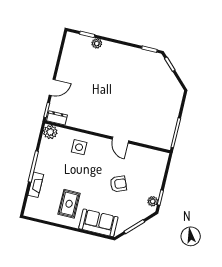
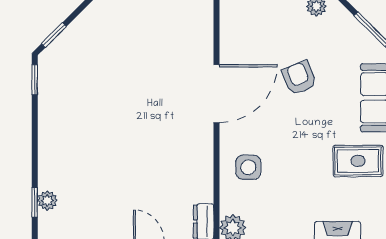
plant: (97, 43) -> (47, 200), moved
door: (120, 140) -> (217, 94), width x1.87

